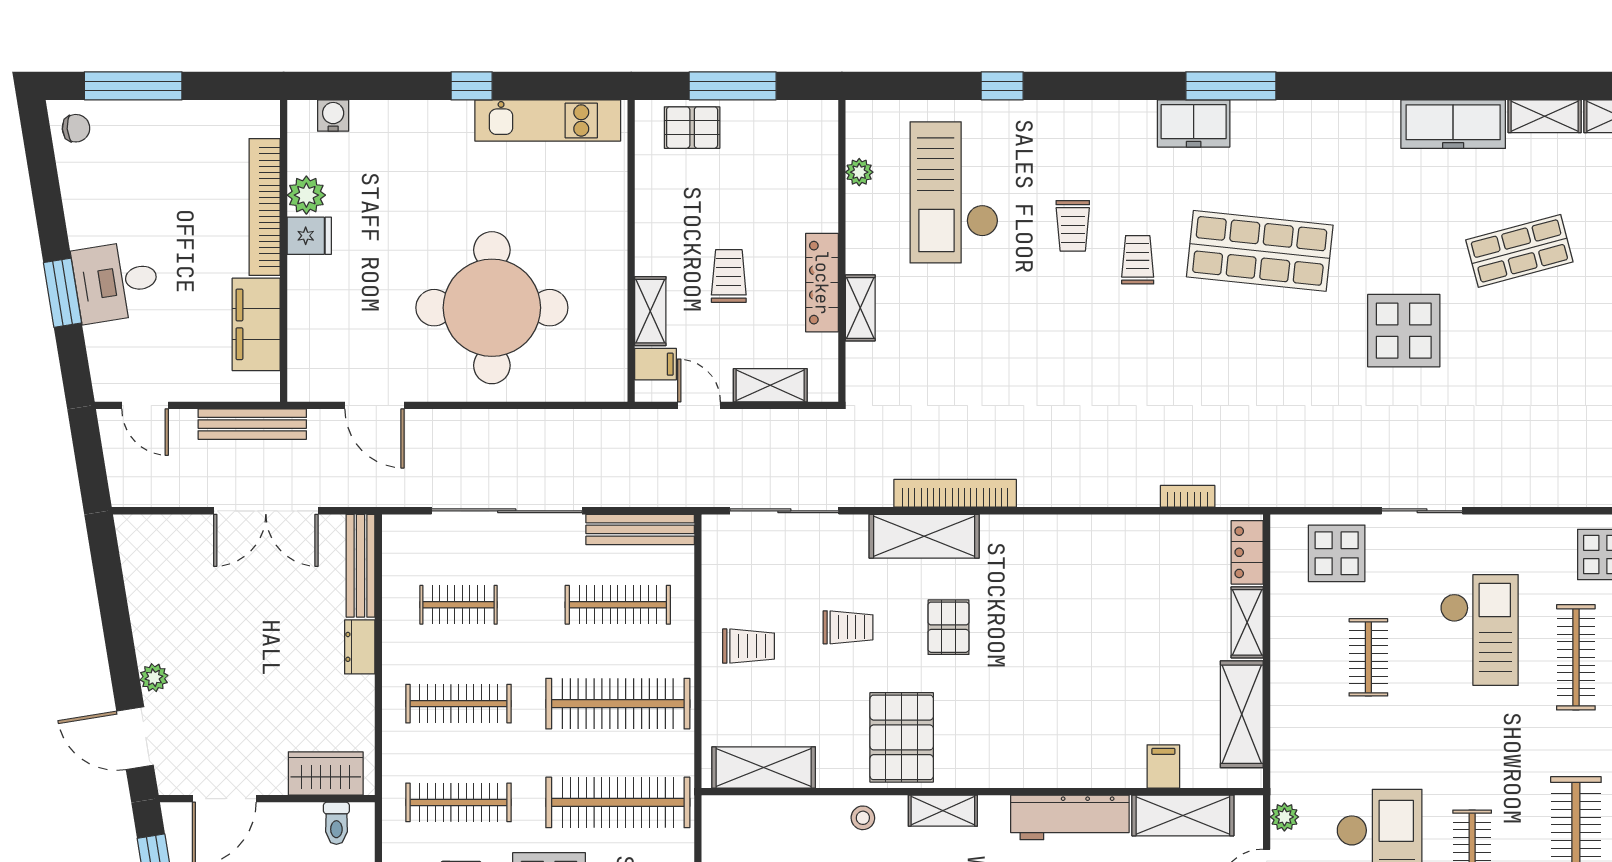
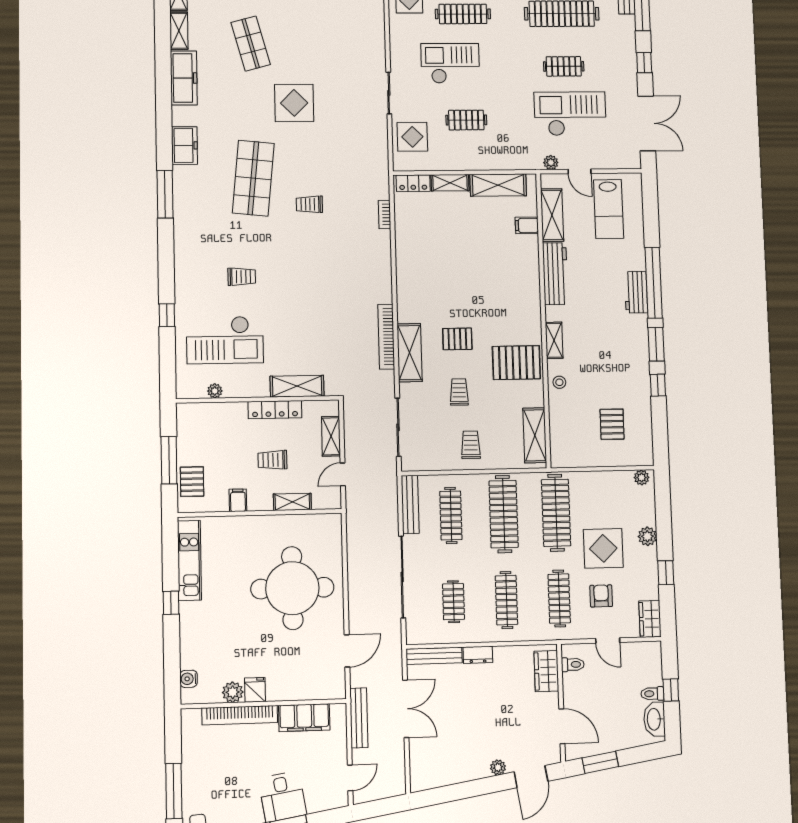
freezer: (1194, 123) -> (184, 146), moved
trolley: (1138, 260) -> (309, 204), moved
shelving: (860, 308) -> (297, 386), width x1.50, depth x1.33
filing cabinet: (656, 364) -> (238, 500), moved

